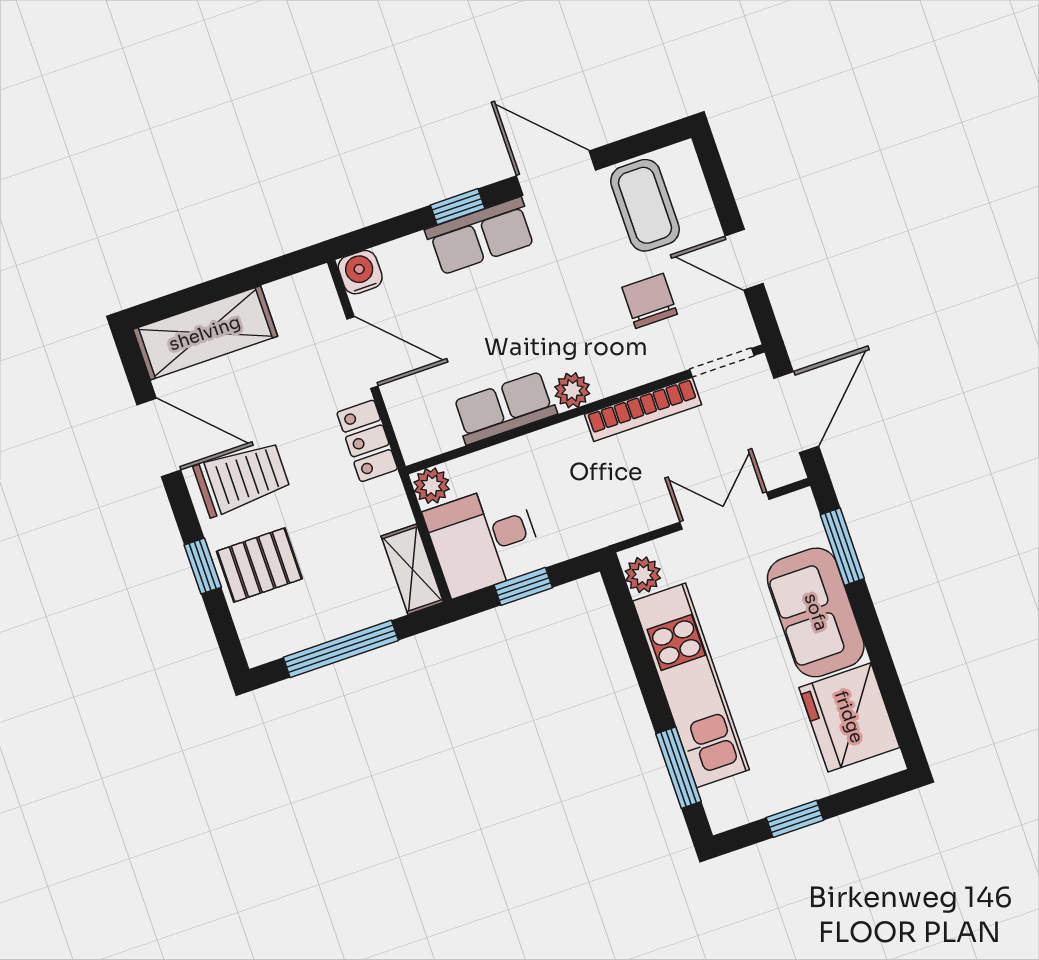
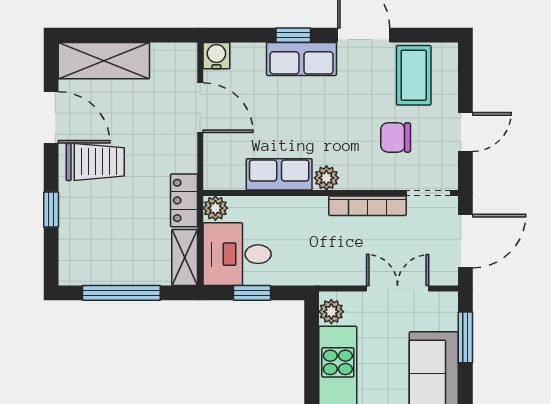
door: (744, 260) -> (465, 132), swing flipped
chair: (650, 301) -> (396, 137), turned -90
locker: (367, 441) -> (184, 200), moved
pallet: (259, 565) -> (88, 221), removed

